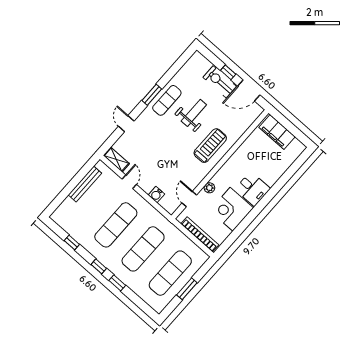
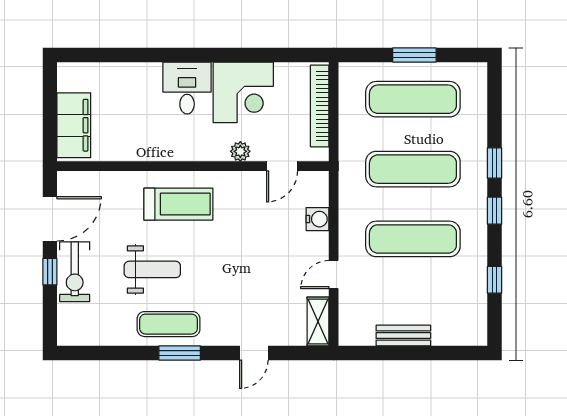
door: (249, 90) -> (50, 219), hinge flipped
weight bench: (194, 113) -> (152, 269), turned 180
treadmill: (210, 146) -> (178, 204), turned 180
bench: (85, 184) -> (403, 336), width x0.73

